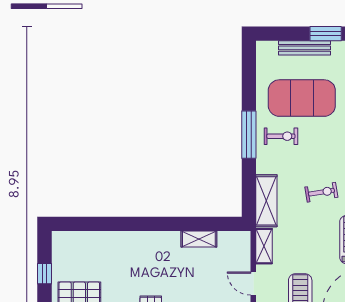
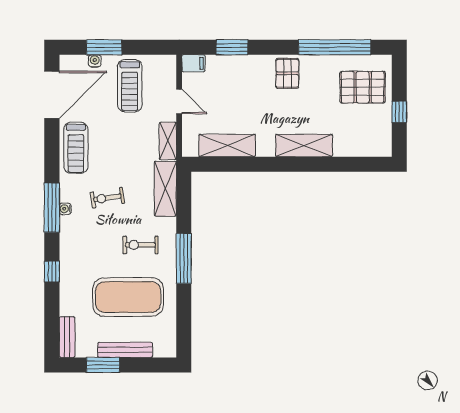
exercise bike: (281, 136) -> (140, 245), moved
shelving: (199, 239) -> (227, 146), width x1.50, depth x1.33
shelving: (135, 242) -> (304, 146), added

